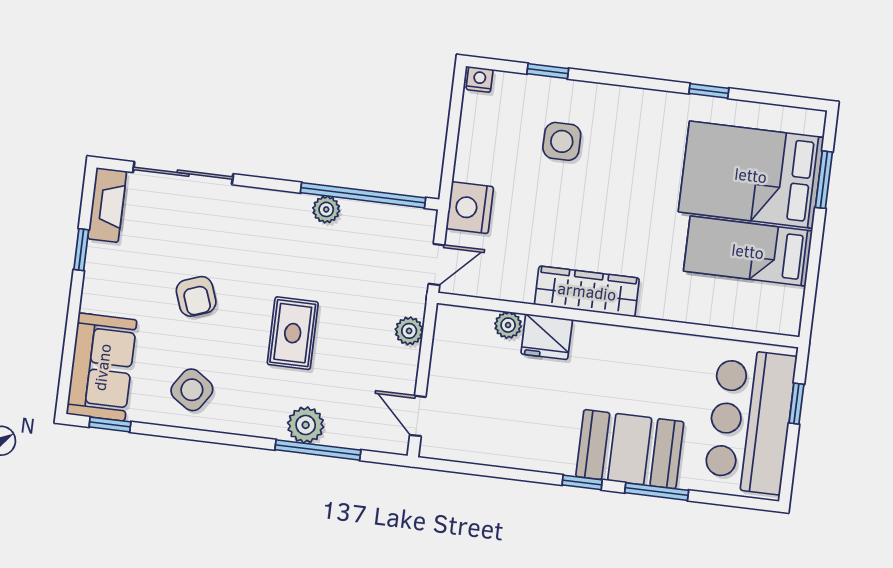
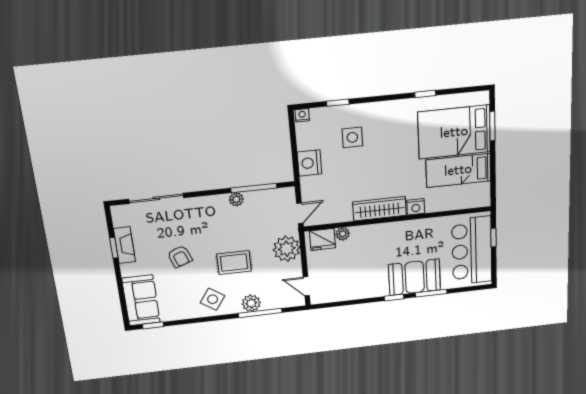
window: (363, 195) -> (254, 188), width x0.68
fireplace: (107, 205) -> (124, 245), moved
nightstand: (470, 208) -> (309, 163), moved
nightstand: (656, 304) -> (416, 207), added
plant: (409, 331) -> (287, 249), width x1.87, depth x1.87
rug: (293, 333) -> (234, 263), turned 90
fridge: (547, 337) -> (322, 239), moved
side table: (192, 390) -> (213, 299), moved

